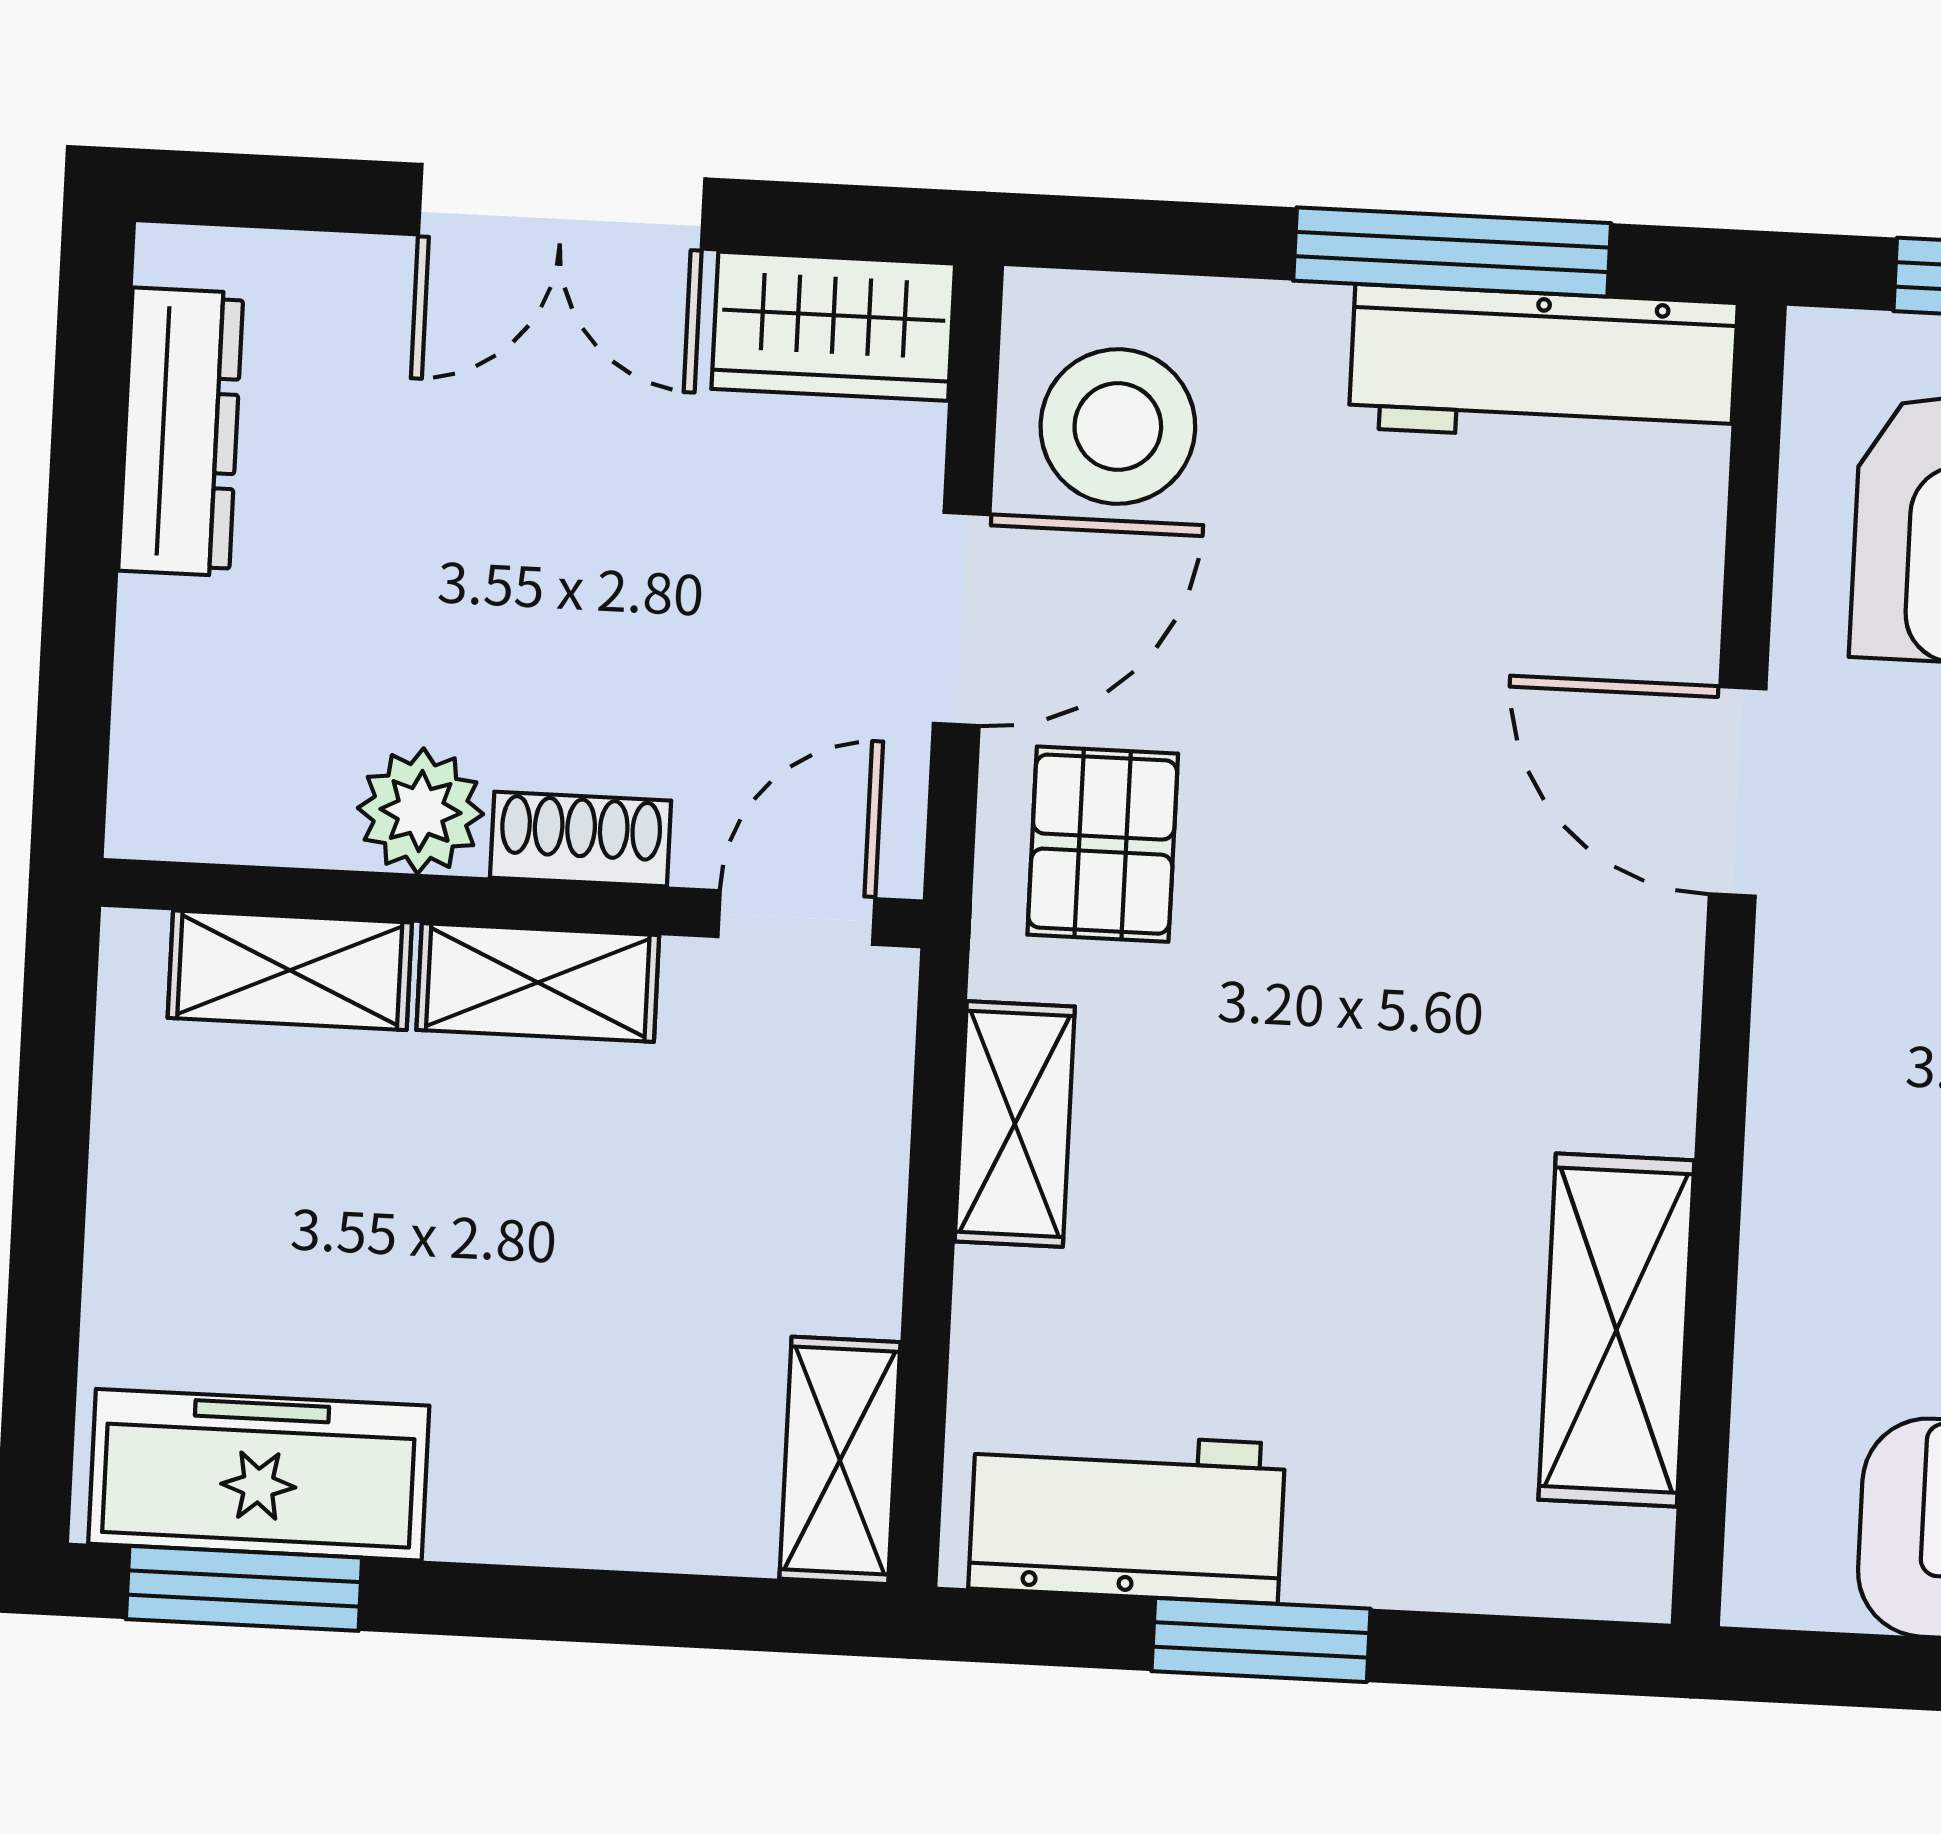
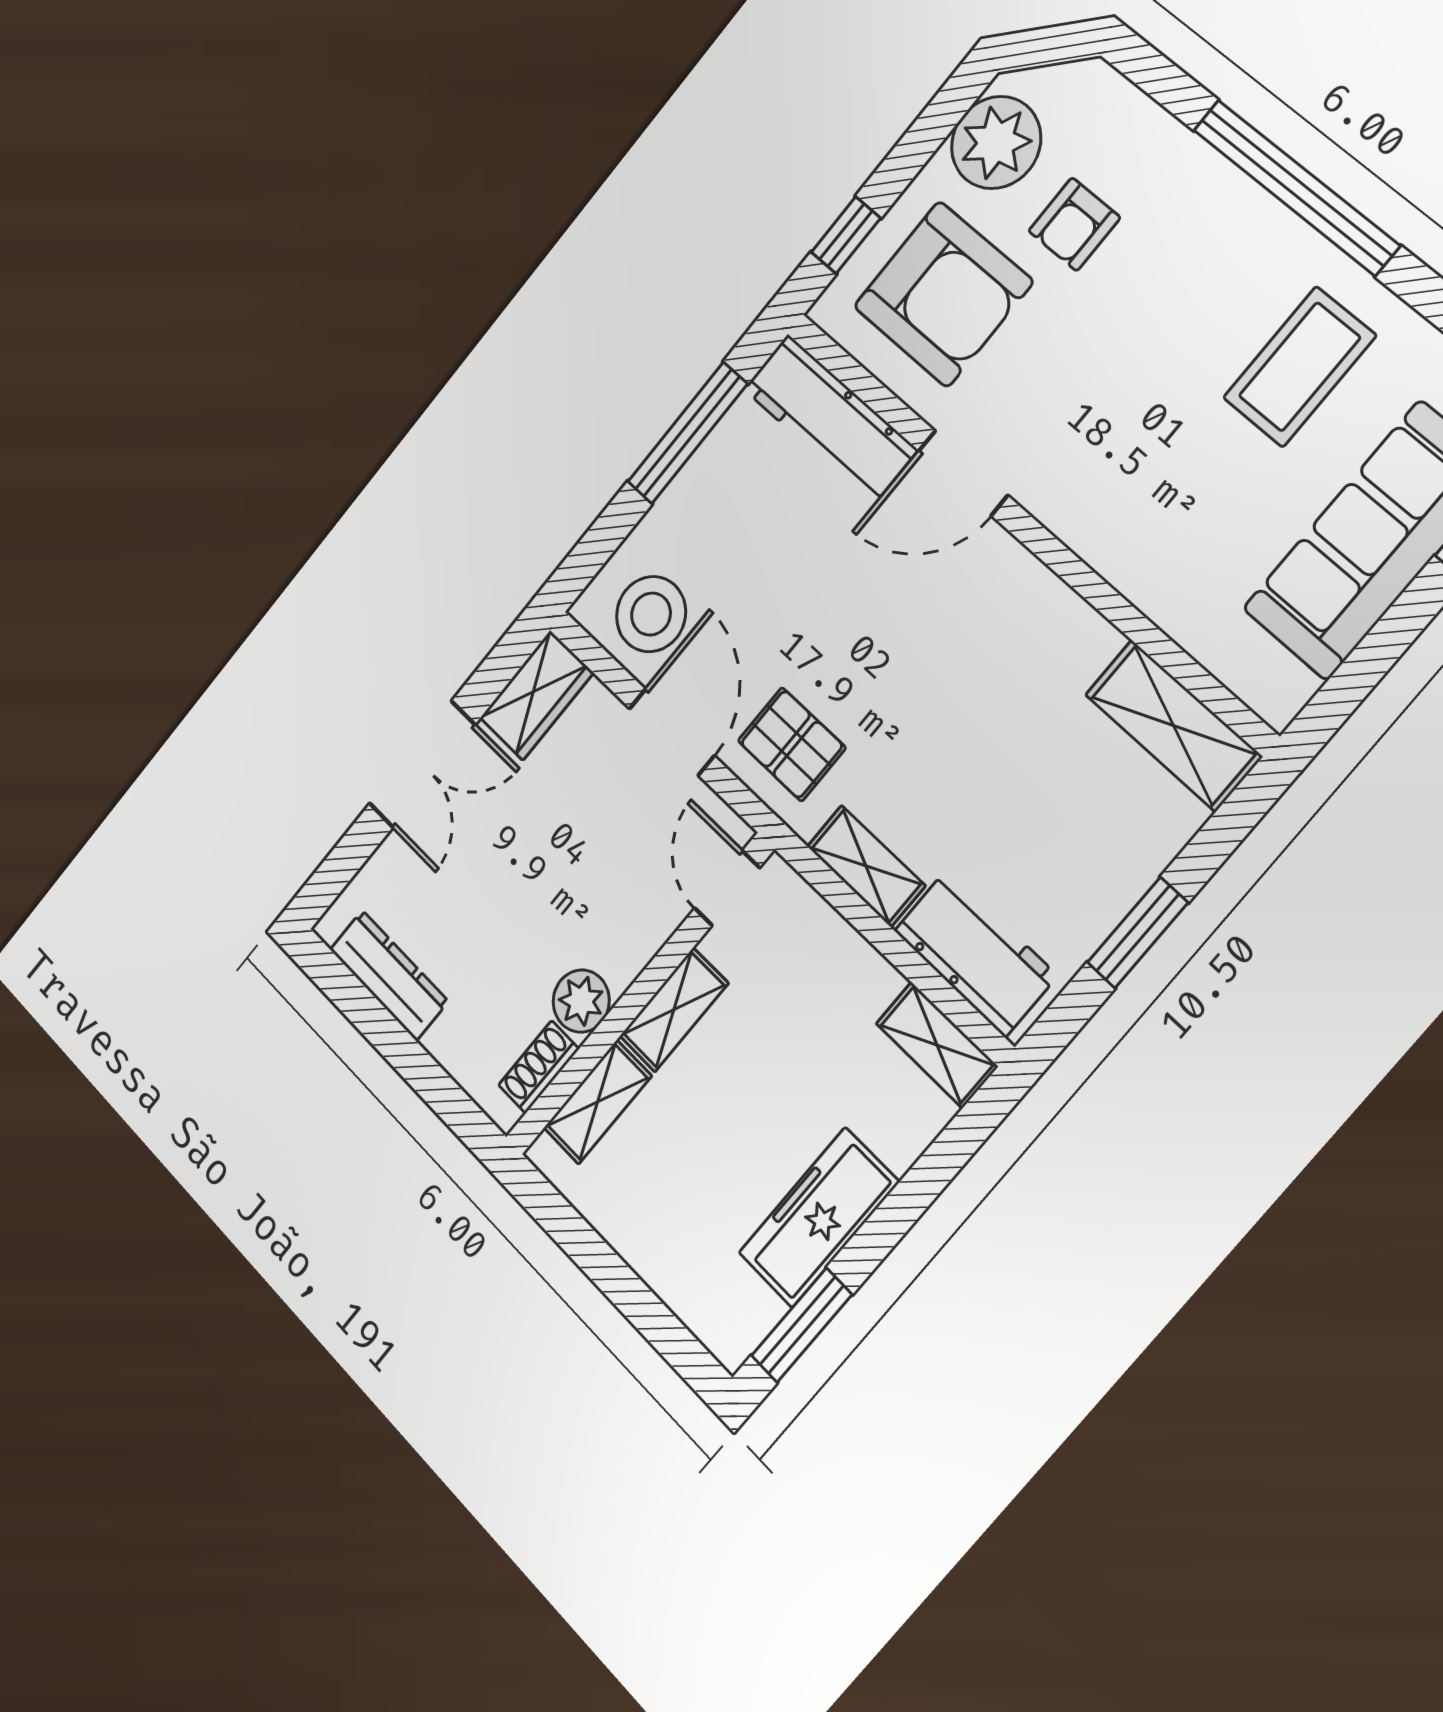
workbench: (1543, 365) -> (830, 419), moved, turned 90
shoe rack: (581, 839) -> (539, 1067), moved
shelving: (1616, 1330) -> (1173, 725), moved
freezer: (259, 1475) -> (819, 1217), moved
workbench: (1127, 1516) -> (975, 953), moved, turned 90

